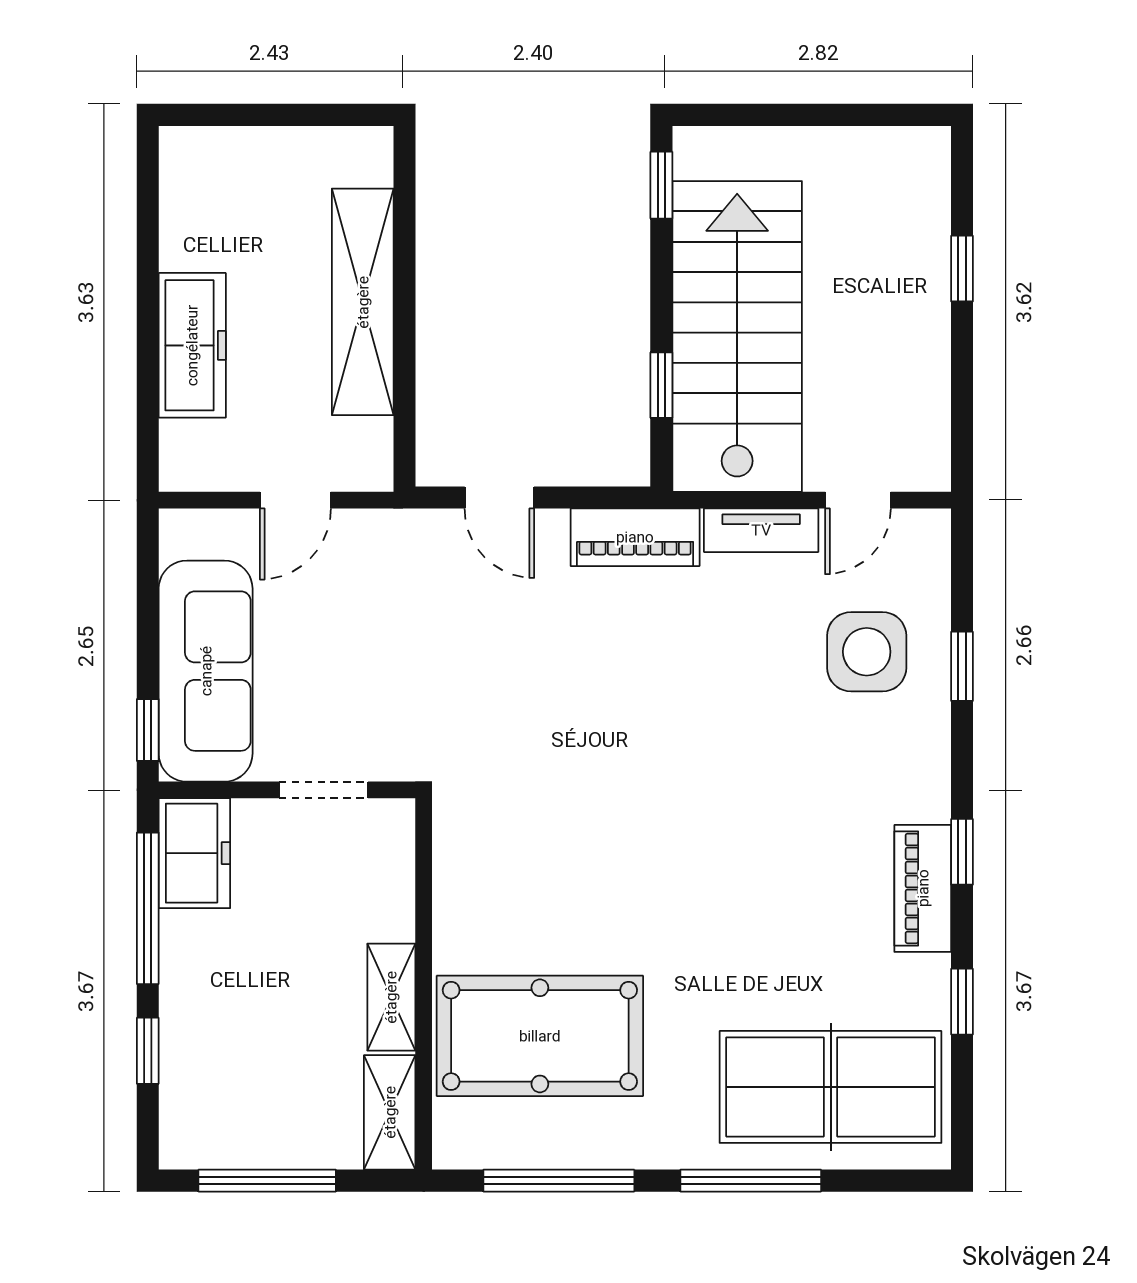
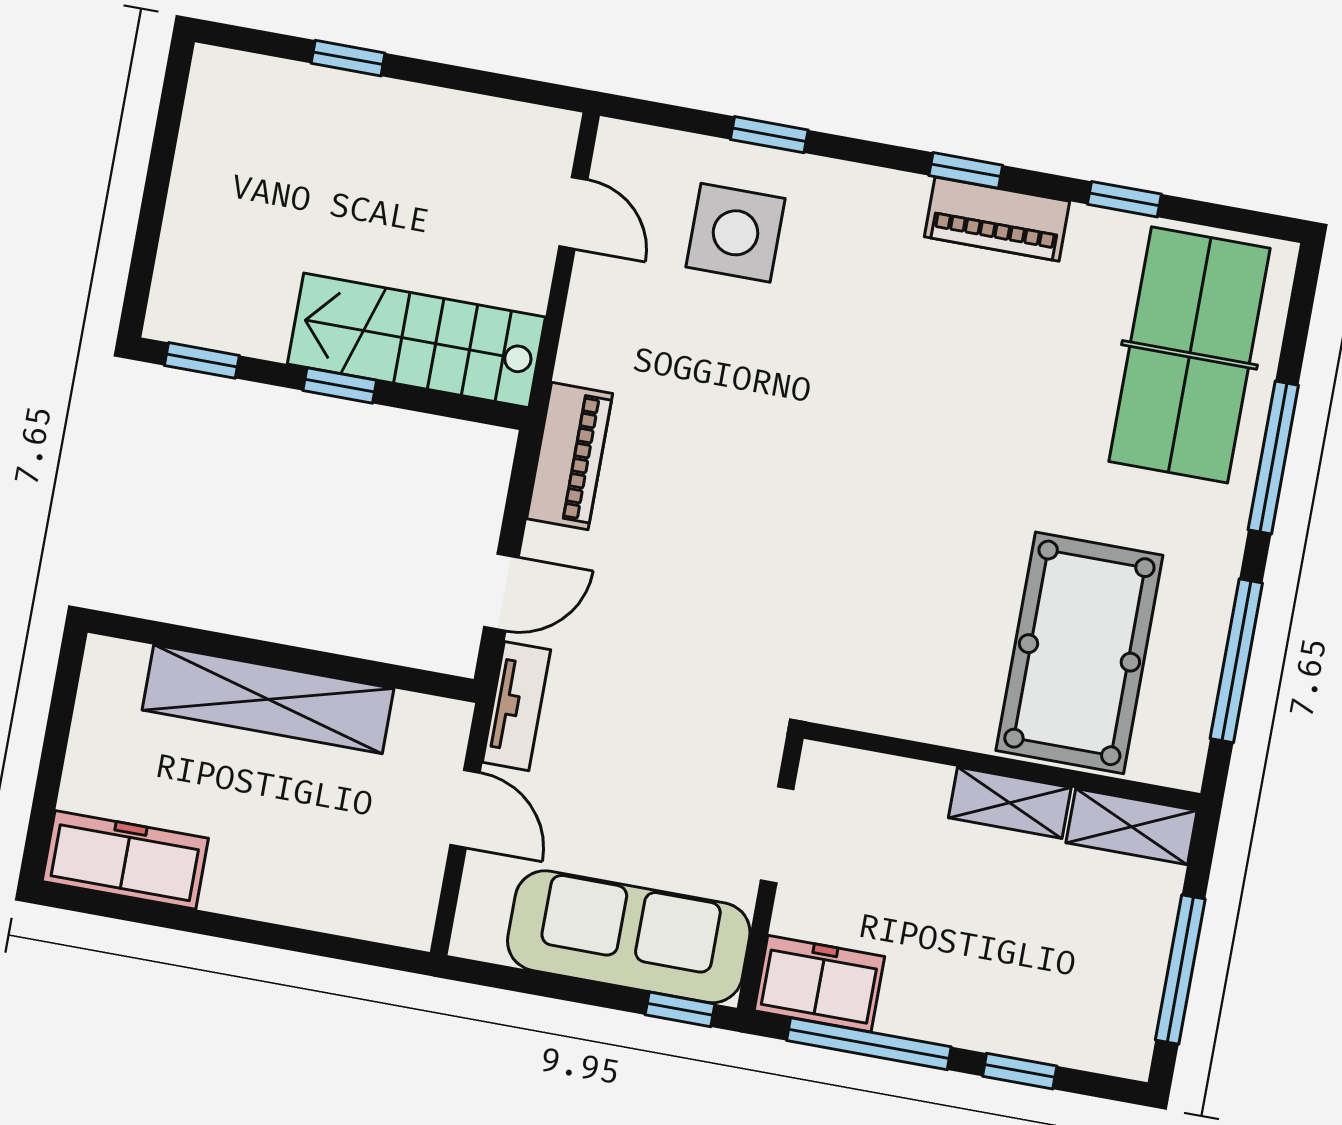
stairs: (737, 337) -> (416, 340), width x0.73, depth x0.66
freezer: (192, 345) -> (125, 860), moved
window: (661, 385) -> (340, 385), moved
tv unit: (761, 530) -> (517, 706), moved

